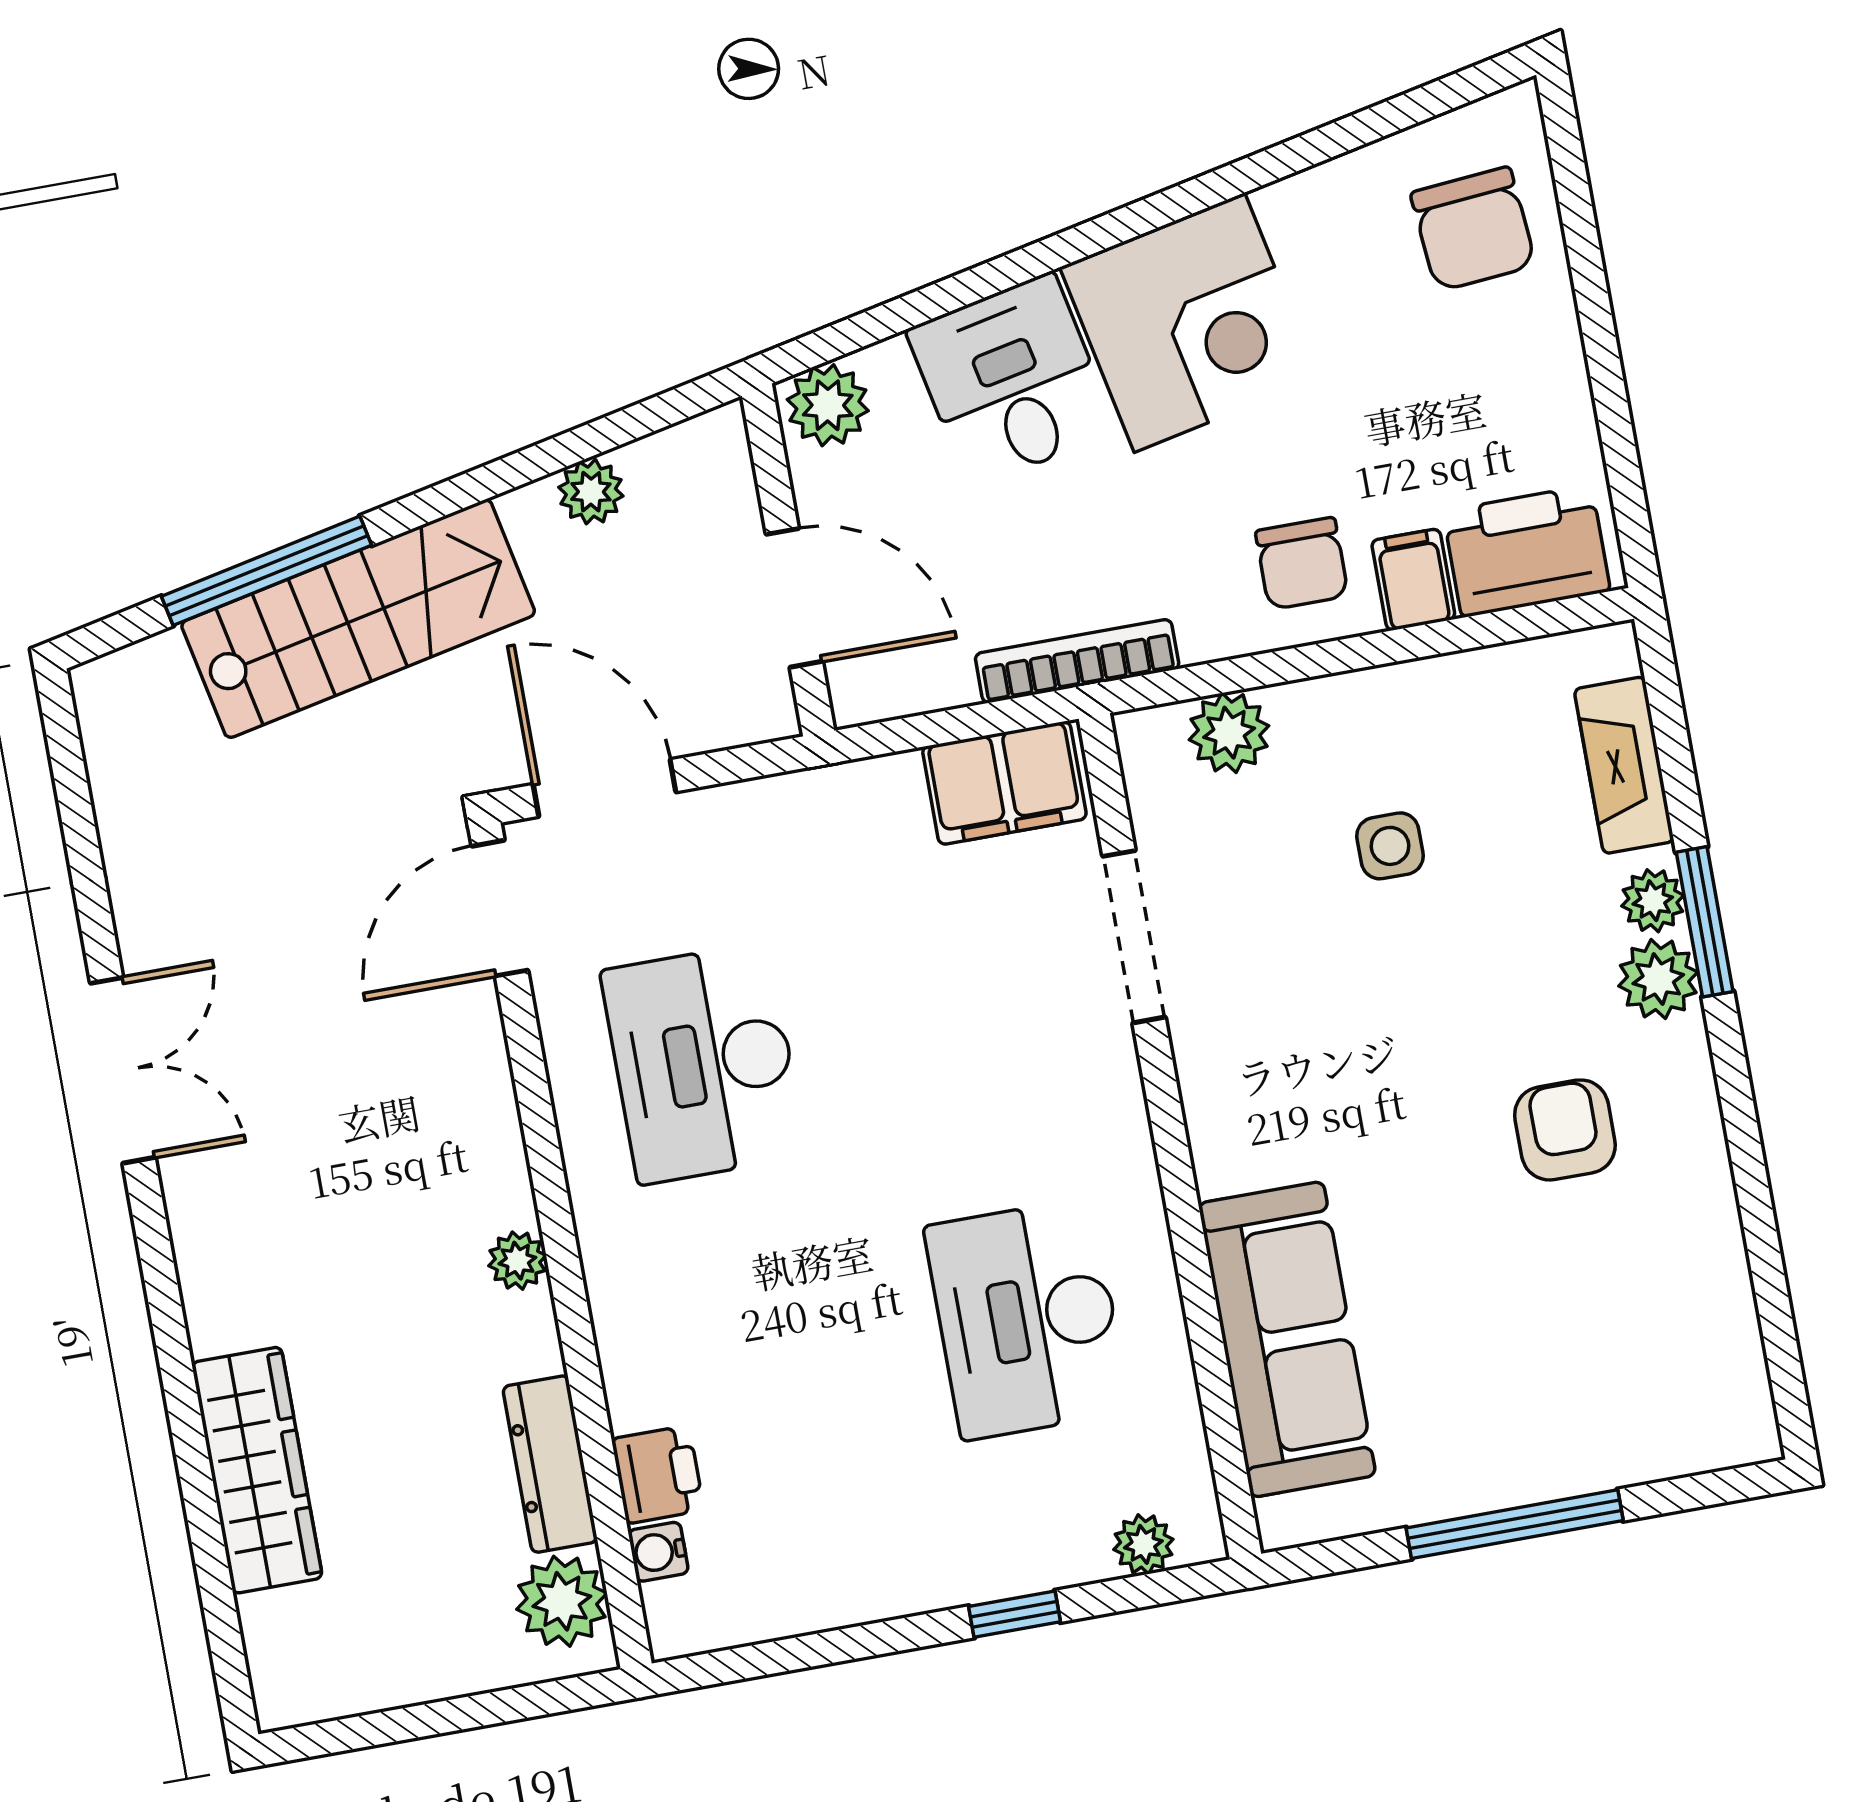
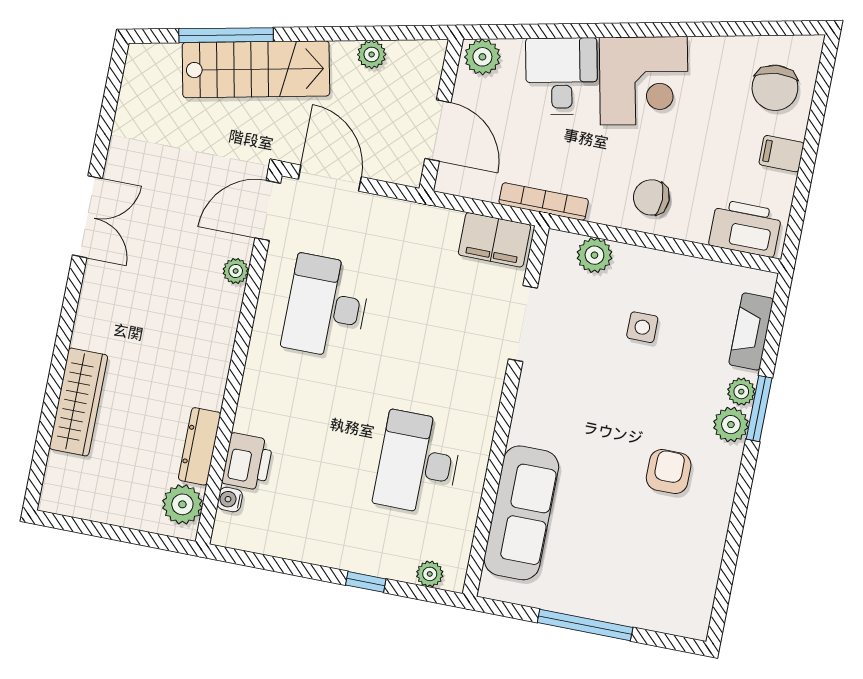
chair: (1302, 563) -> (651, 197), turned 90
filing cabinet: (1413, 580) -> (781, 154), moved, turned -90
plant: (517, 1261) -> (236, 271), moved
printer: (658, 1475) -> (247, 462), width x1.36, depth x1.24

